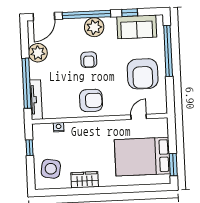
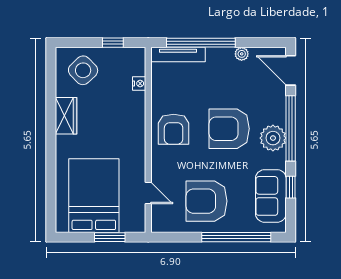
plant: (38, 53) -> (242, 54), width x0.53, depth x0.53
armchair: (89, 60) -> (229, 129), width x1.88, depth x1.88
window: (173, 165) -> (110, 237), moved
side table: (51, 169) -> (83, 70), turned 37

